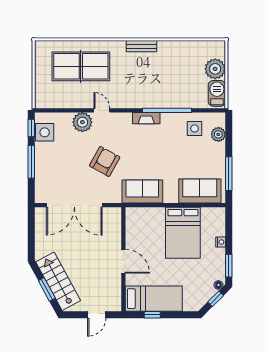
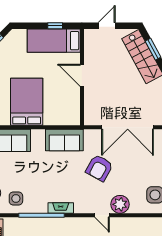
double door: (74, 205) -> (128, 127), swing flipped

